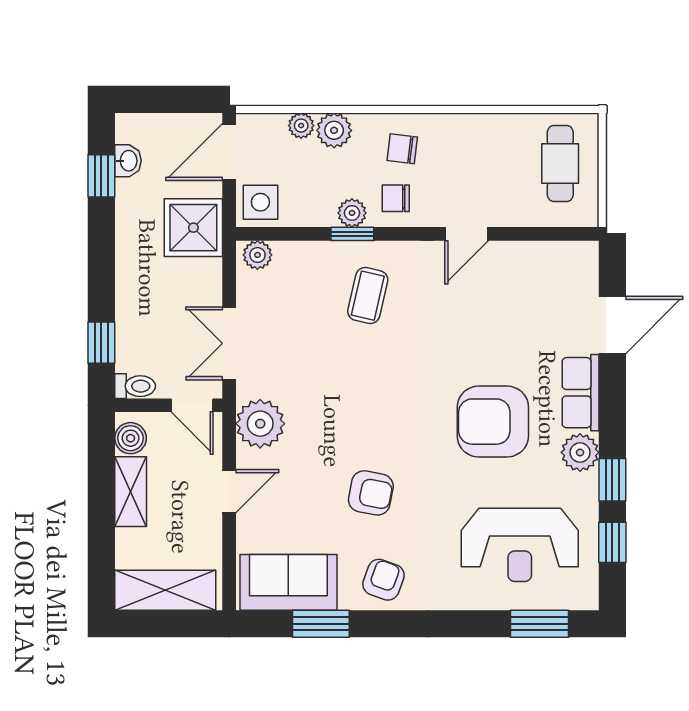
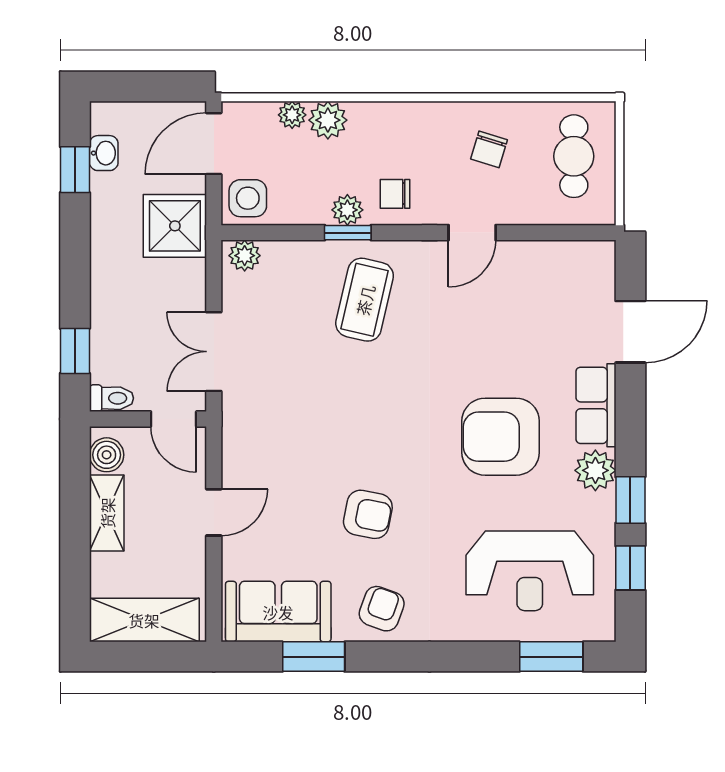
chair: (402, 149) -> (489, 149), moved, turned -80
coffee table: (368, 296) -> (365, 300), width x1.36, depth x1.30
plant: (260, 424) -> (248, 439), removed

